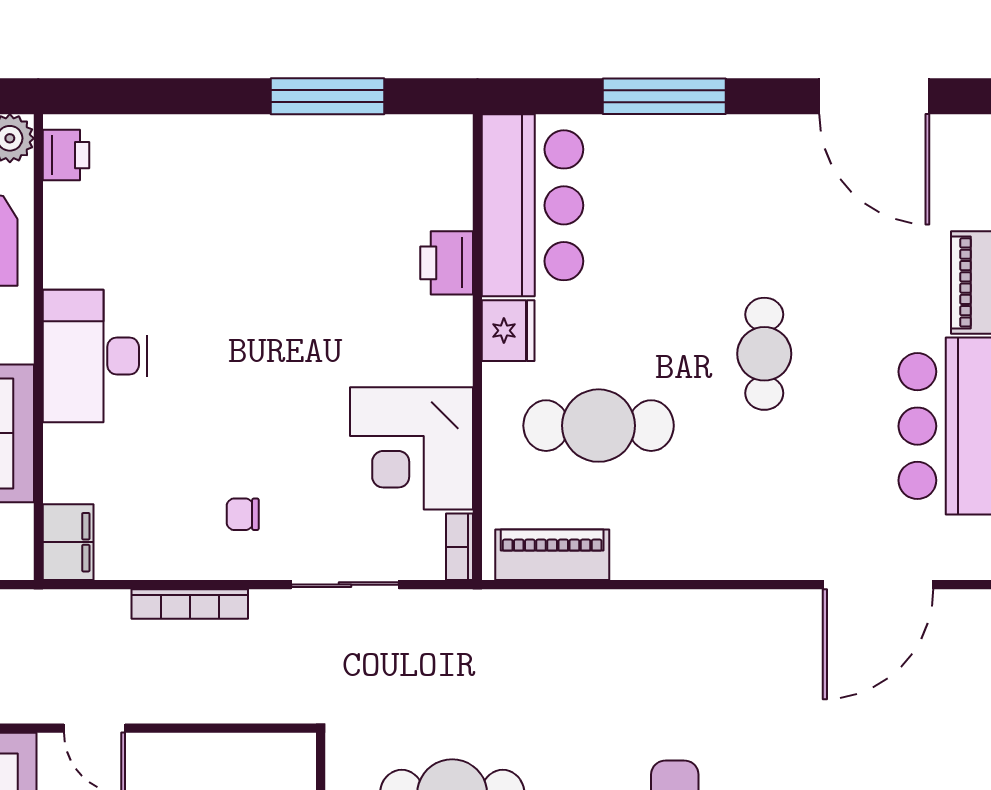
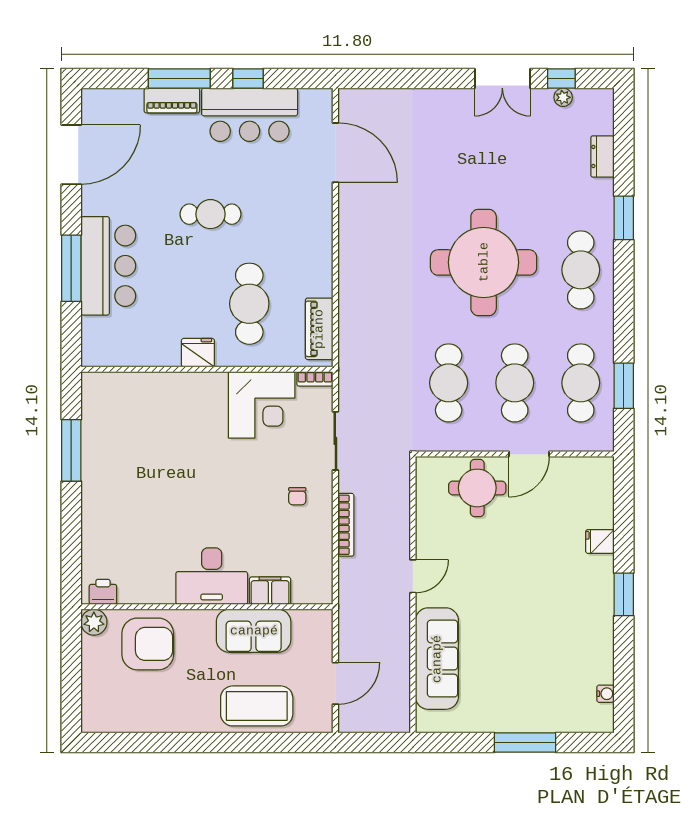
bar counter: (533, 205) -> (108, 266), moved, turned 90
printer: (447, 263) -> (161, 386), removed
filing cabinet: (68, 542) -> (270, 591), moved

